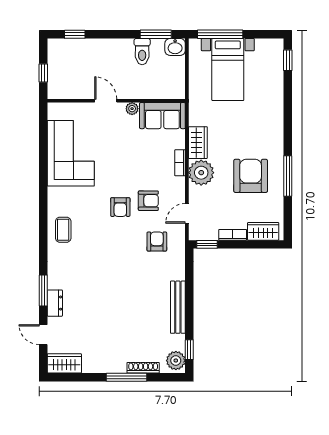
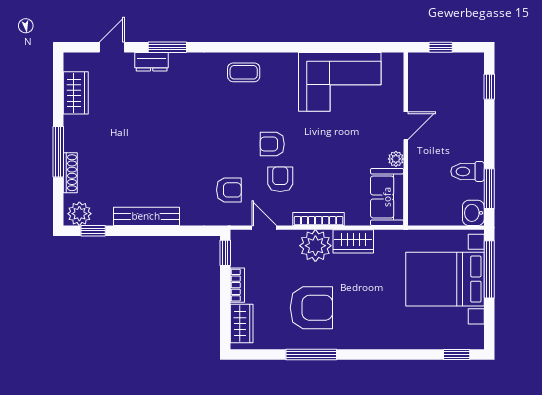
bed with nightstands: (228, 70) -> (445, 279), width x1.36
bookcase: (180, 163) -> (319, 219), width x1.56
armchair: (148, 201) -> (280, 179), turned 180
wardrobe: (64, 363) -> (76, 93), moved

